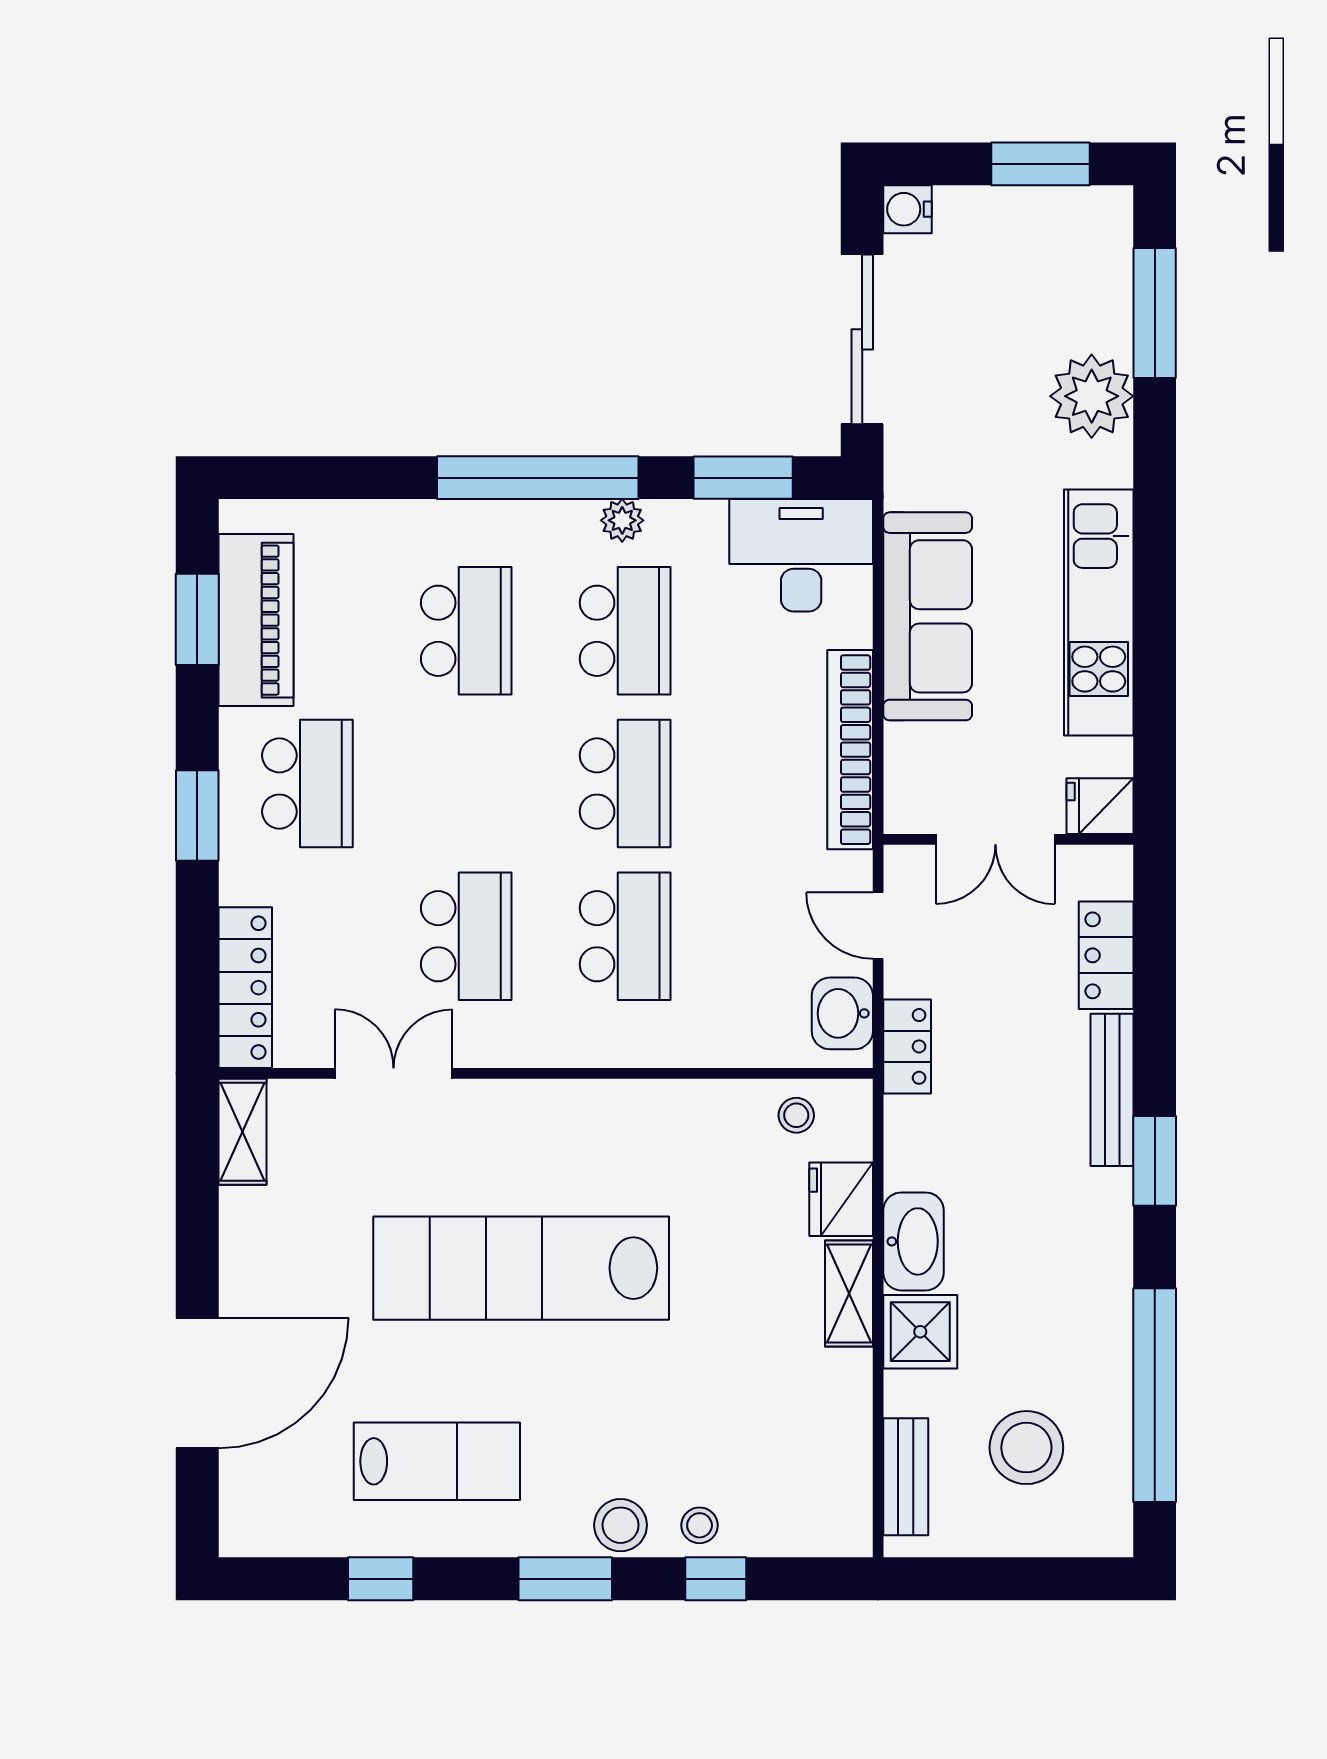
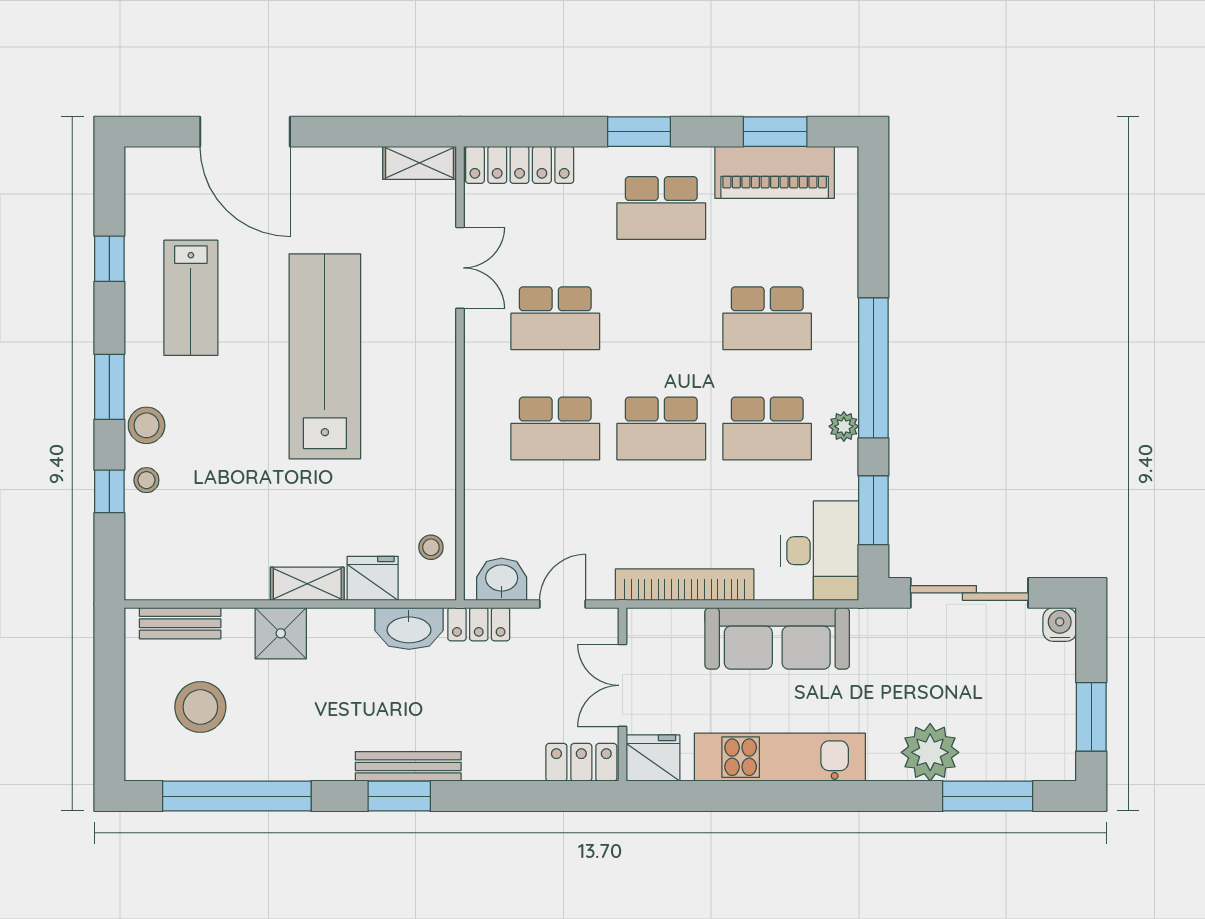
fridge: (1100, 806) -> (653, 758), width x1.38
locker: (1106, 955) -> (581, 762), moved
bench: (1112, 1090) -> (408, 766), moved
washbasin: (913, 1241) -> (409, 629), moved

